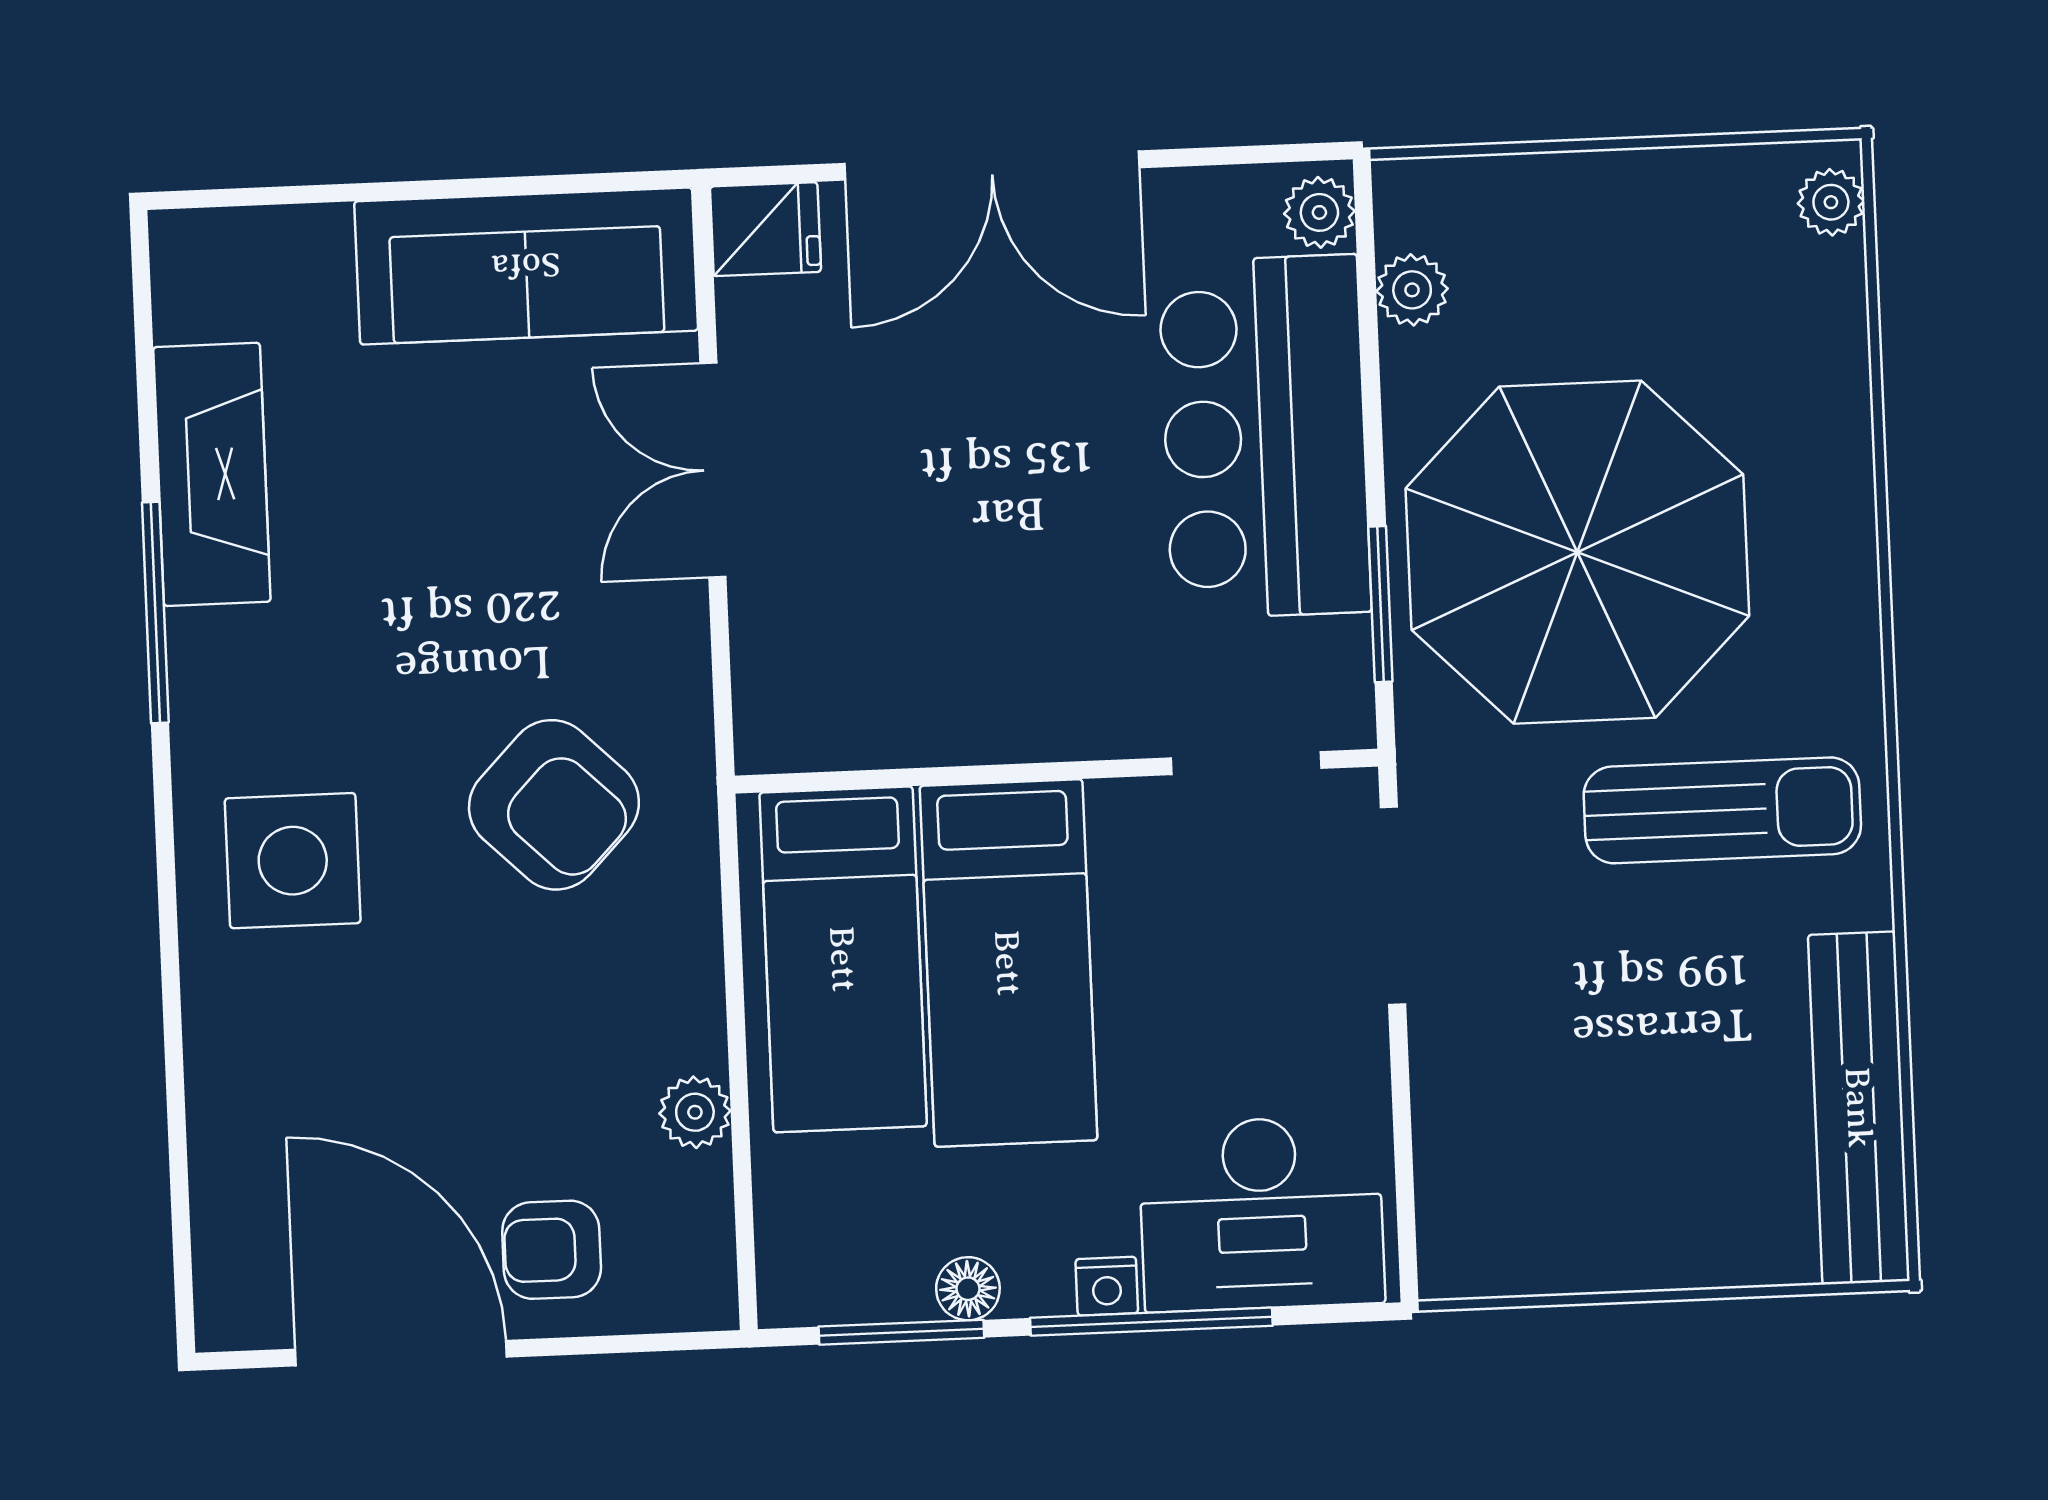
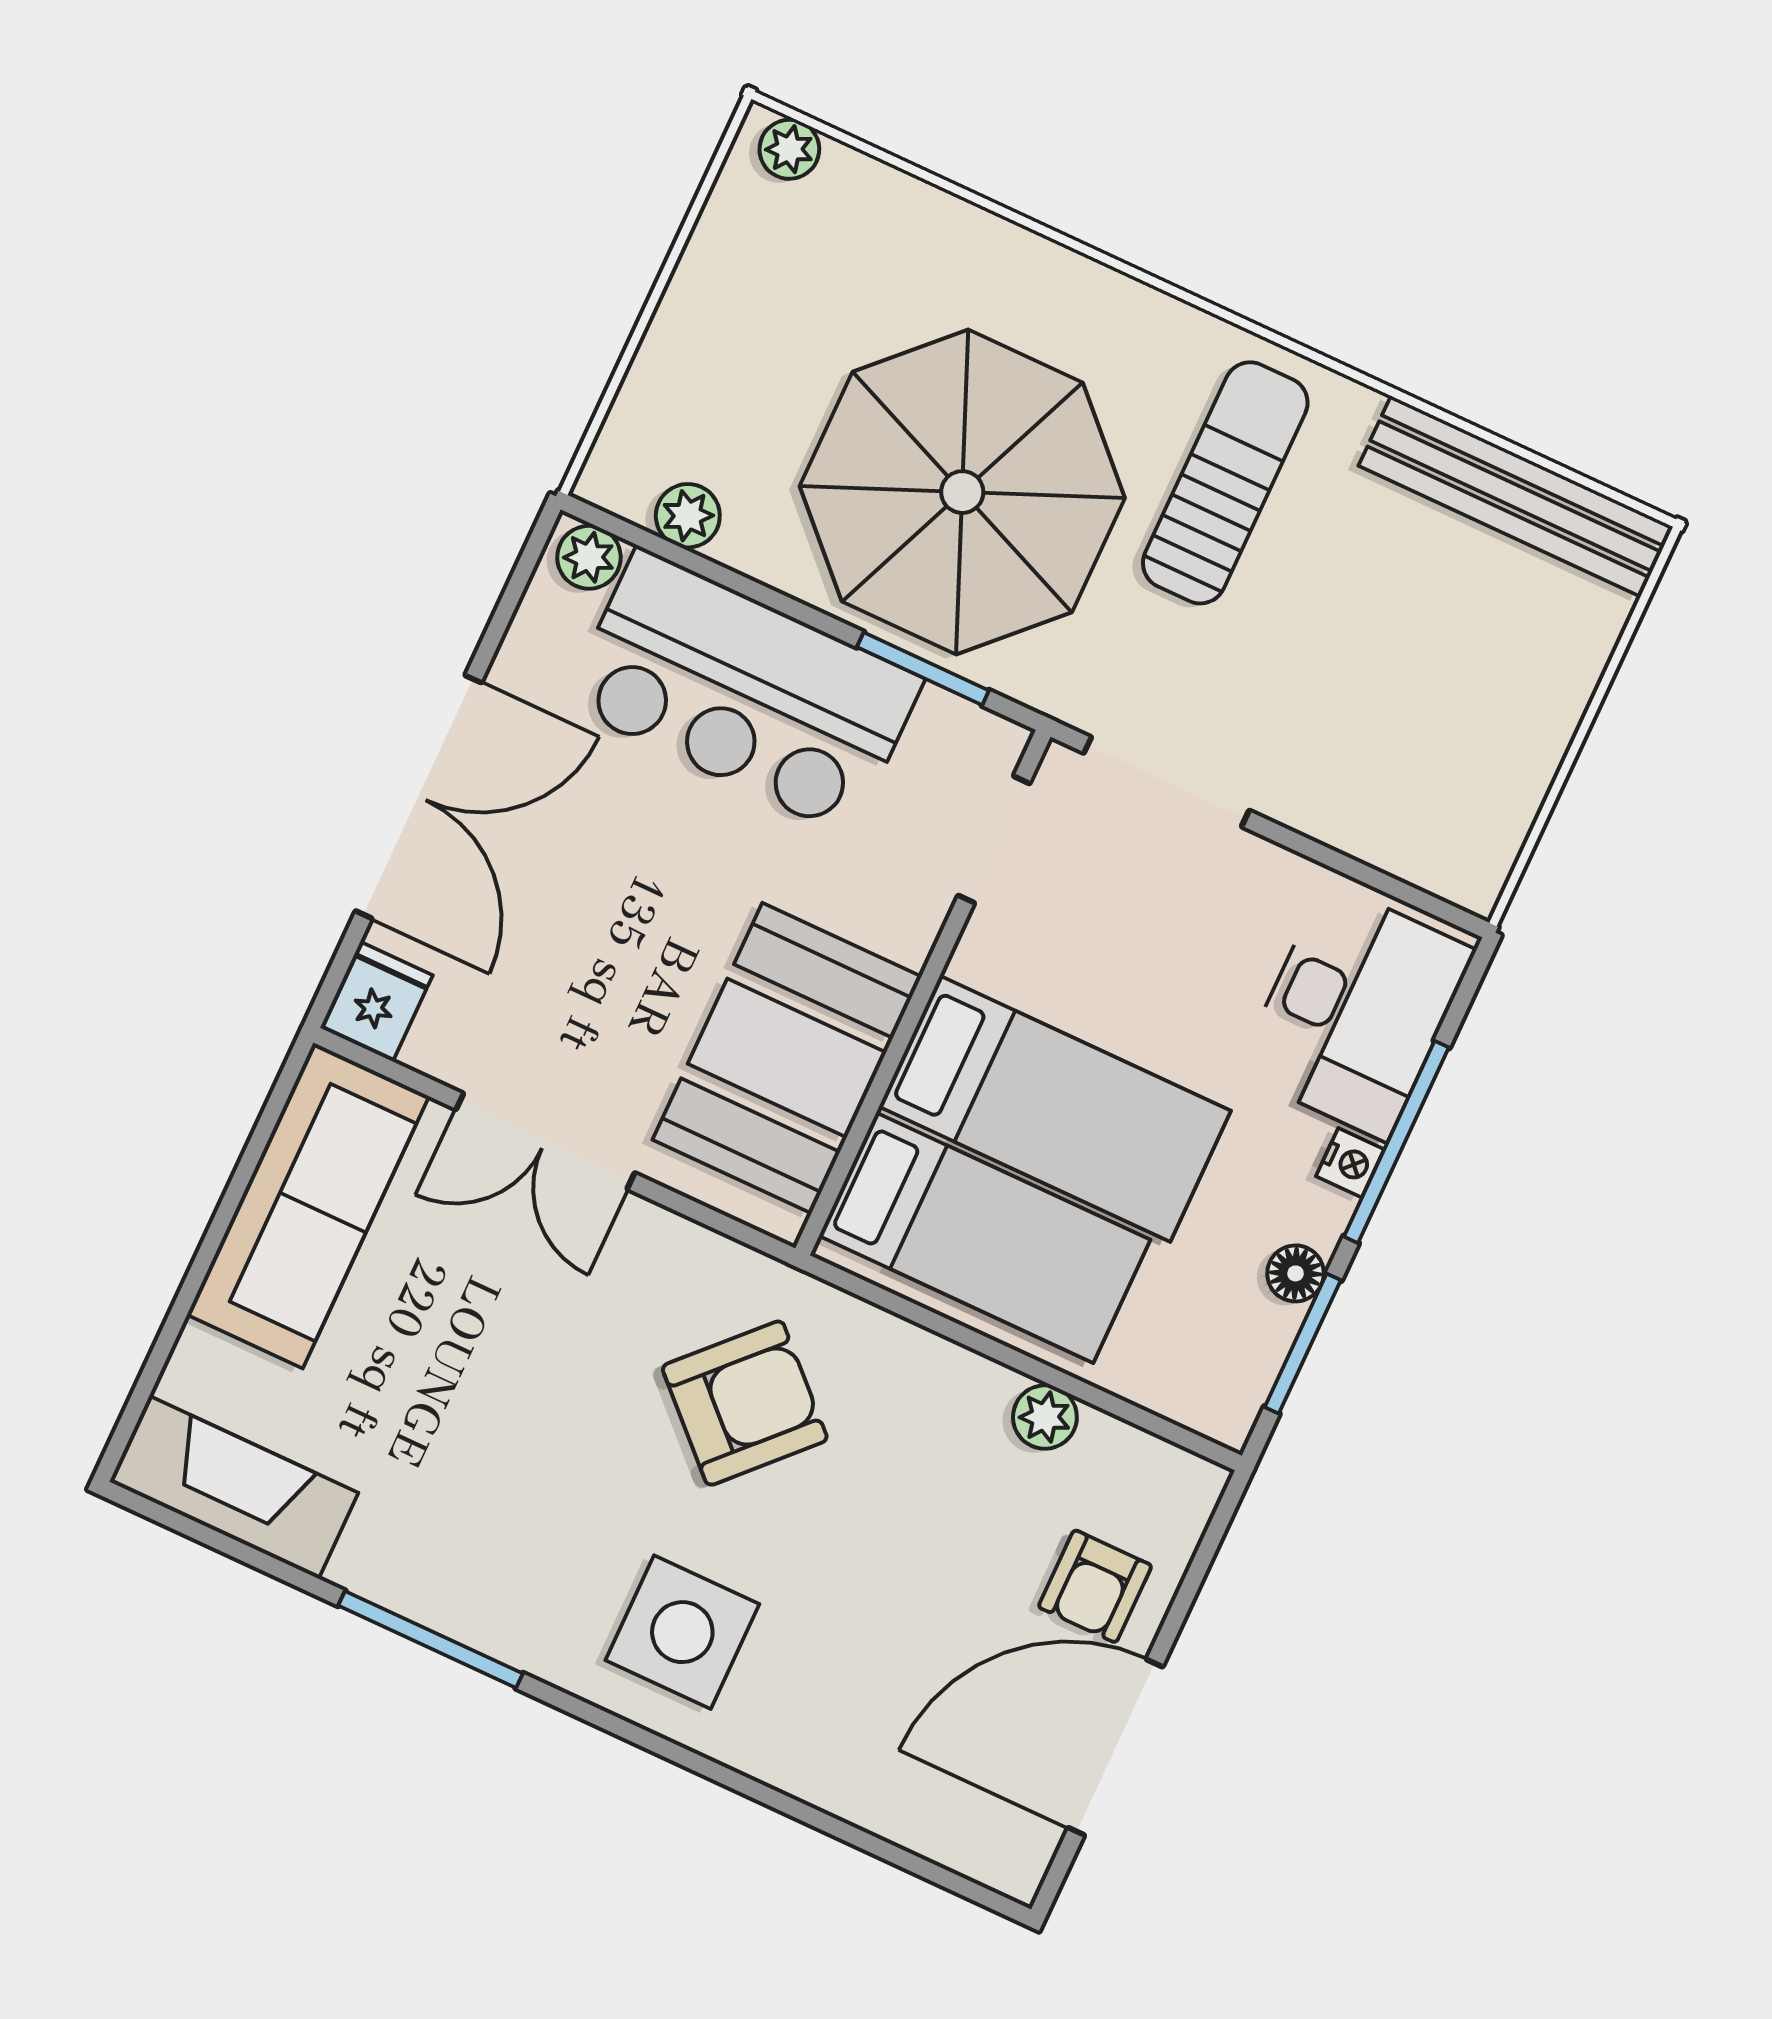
fireplace: (212, 474) -> (234, 1487), moved
booth: (921, 669) -> (787, 1058), added

